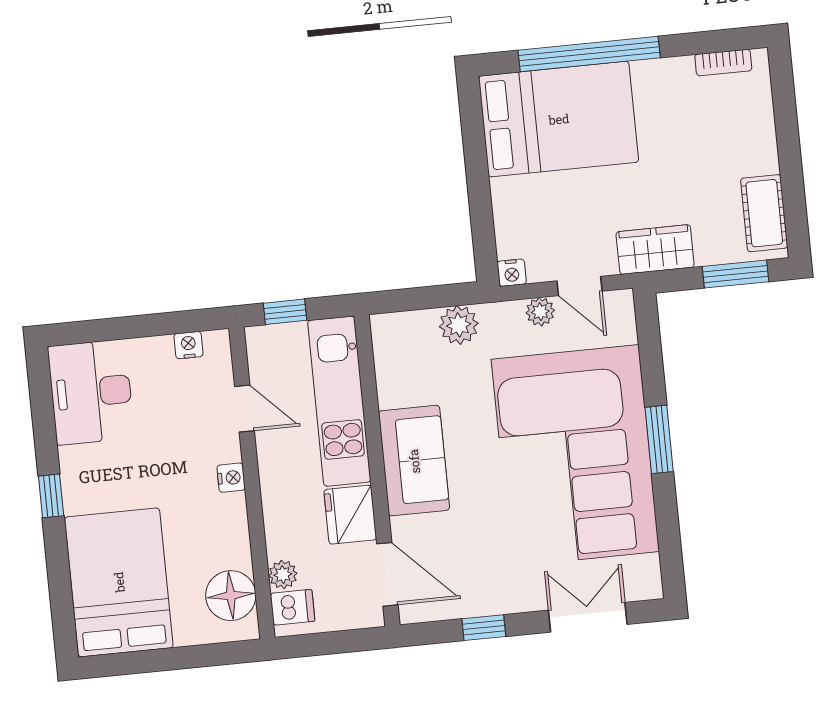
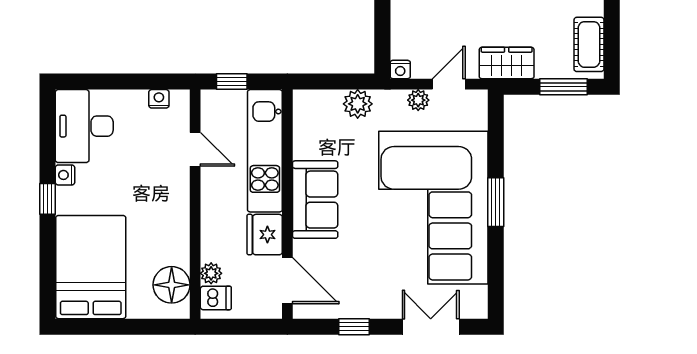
door: (580, 286) -> (449, 84), swing flipped
nightstand: (231, 478) -> (65, 175), moved, turned 180

